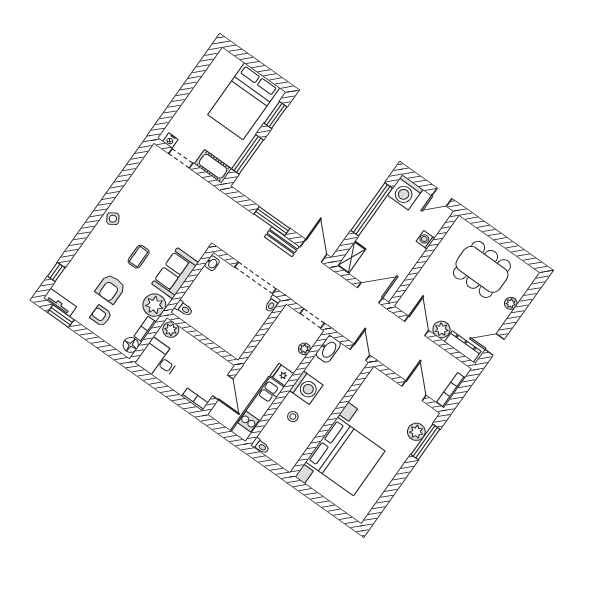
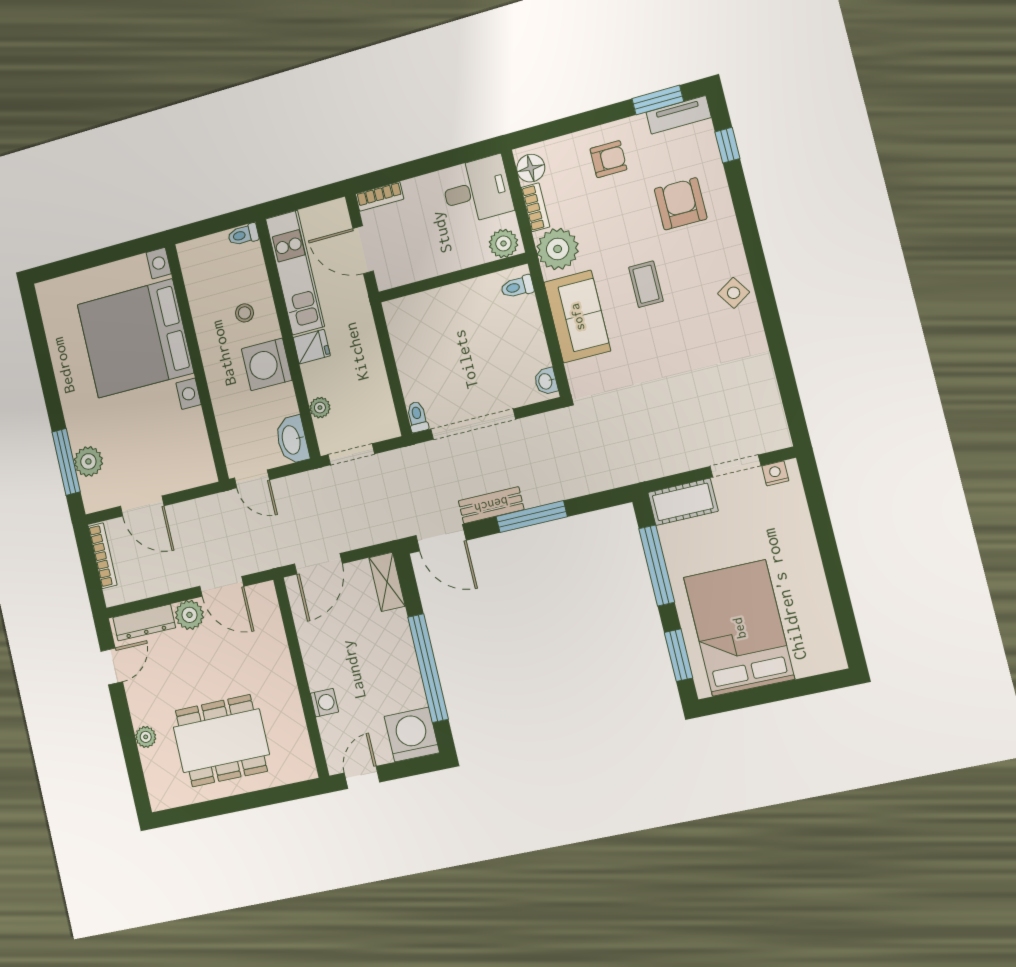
armchair: (110, 289) -> (681, 204), moved

